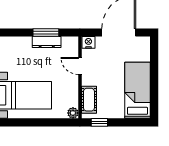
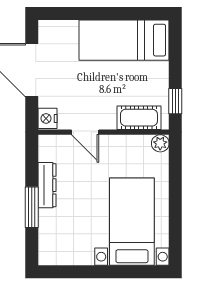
window: (46, 33) -> (32, 207), moved
door: (80, 66) -> (85, 132), hinge flipped

